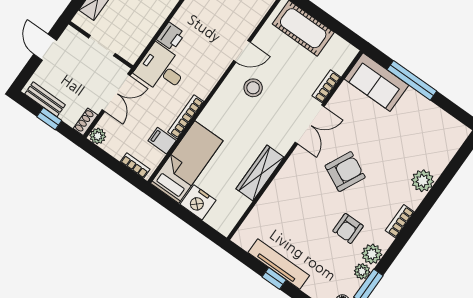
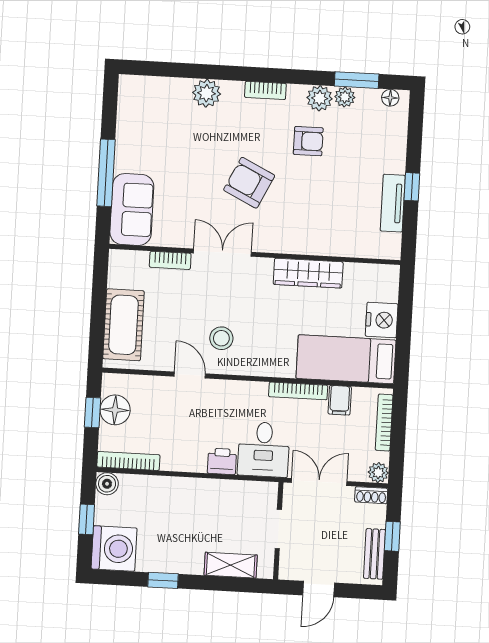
bookcase: (135, 166) -> (384, 423), width x1.56
tv unit: (279, 264) -> (393, 203), width x0.71

